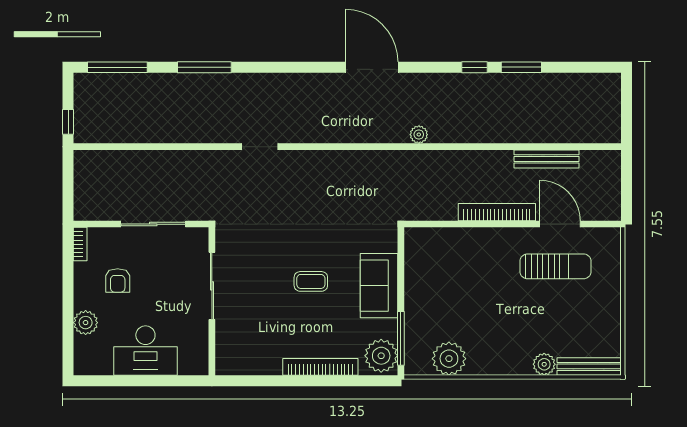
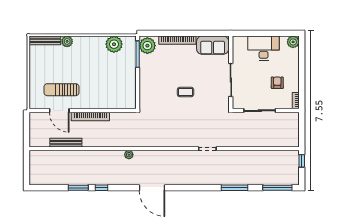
coffee table: (311, 281) -> (186, 92), moved
sofa: (379, 286) -> (213, 45), moved, turned 90
plant: (86, 323) -> (293, 42), moved

